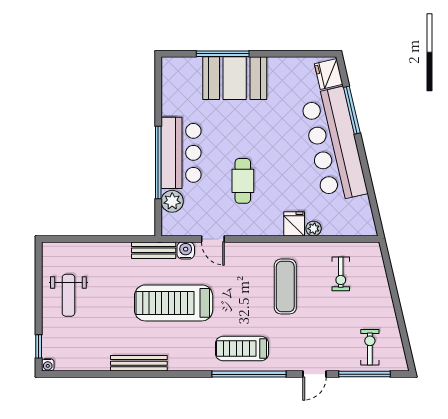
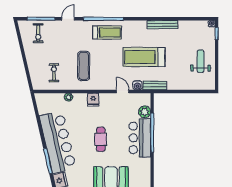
cafe table: (243, 181) -> (101, 139), moved
fridge: (294, 224) -> (93, 100), moved
treadmill: (174, 303) -> (144, 57), turned 180

